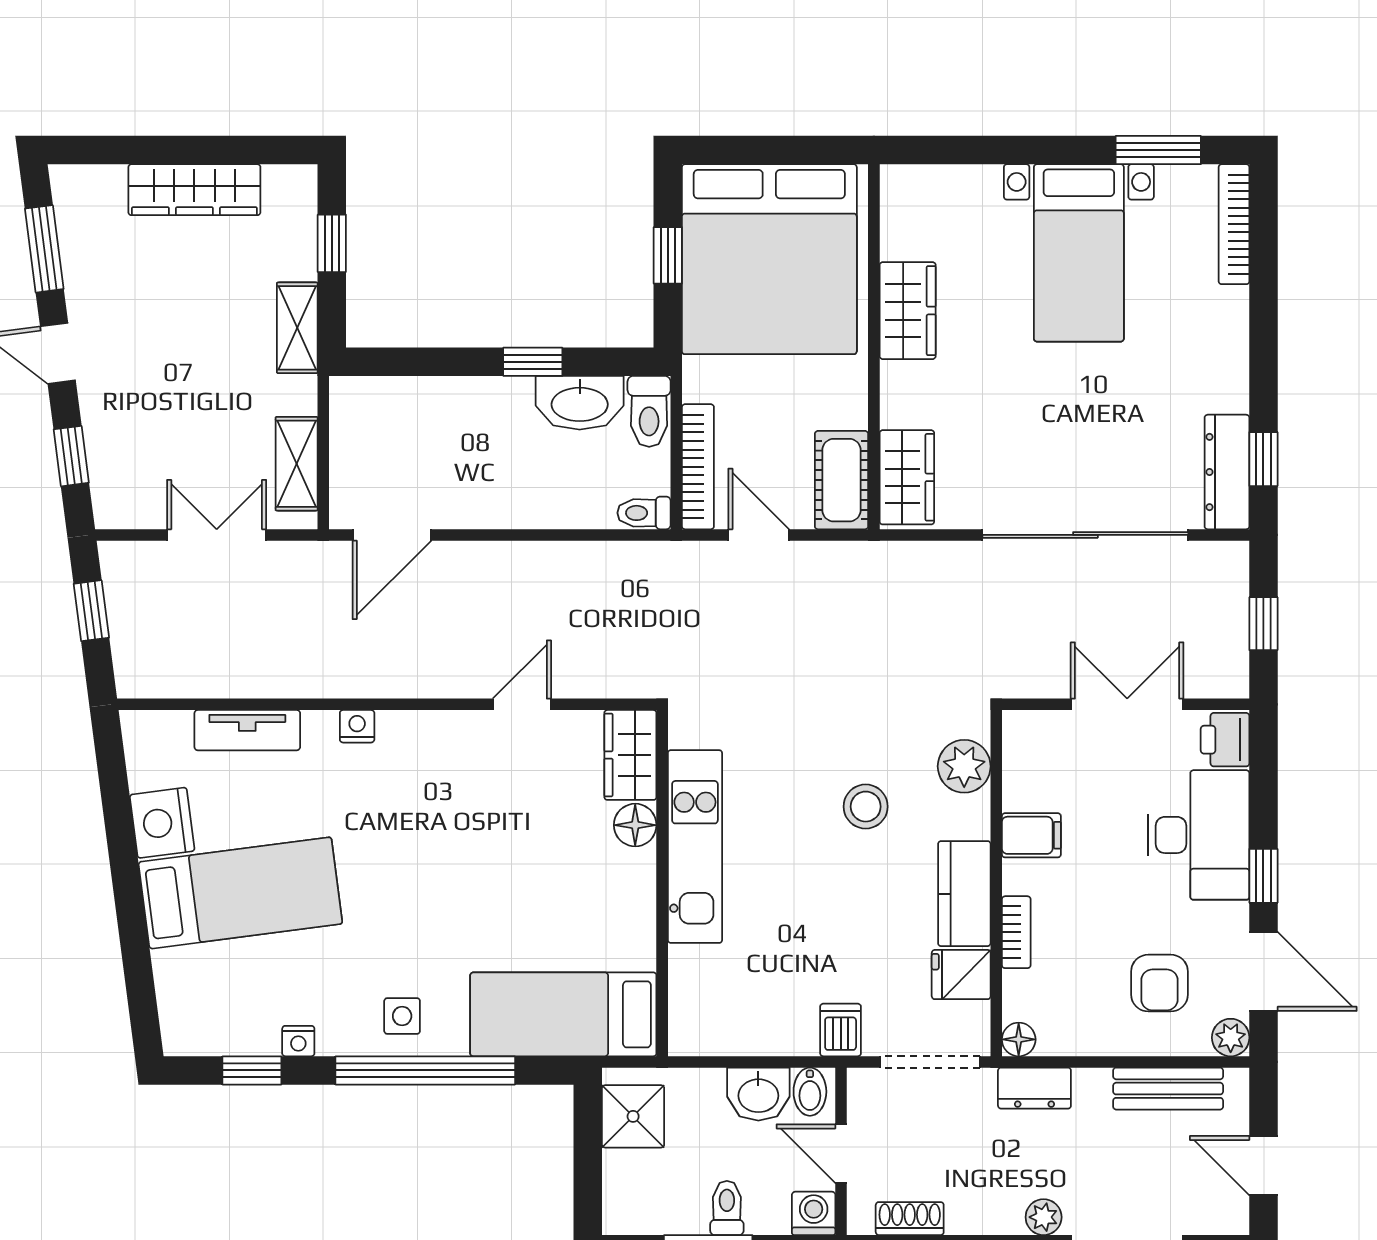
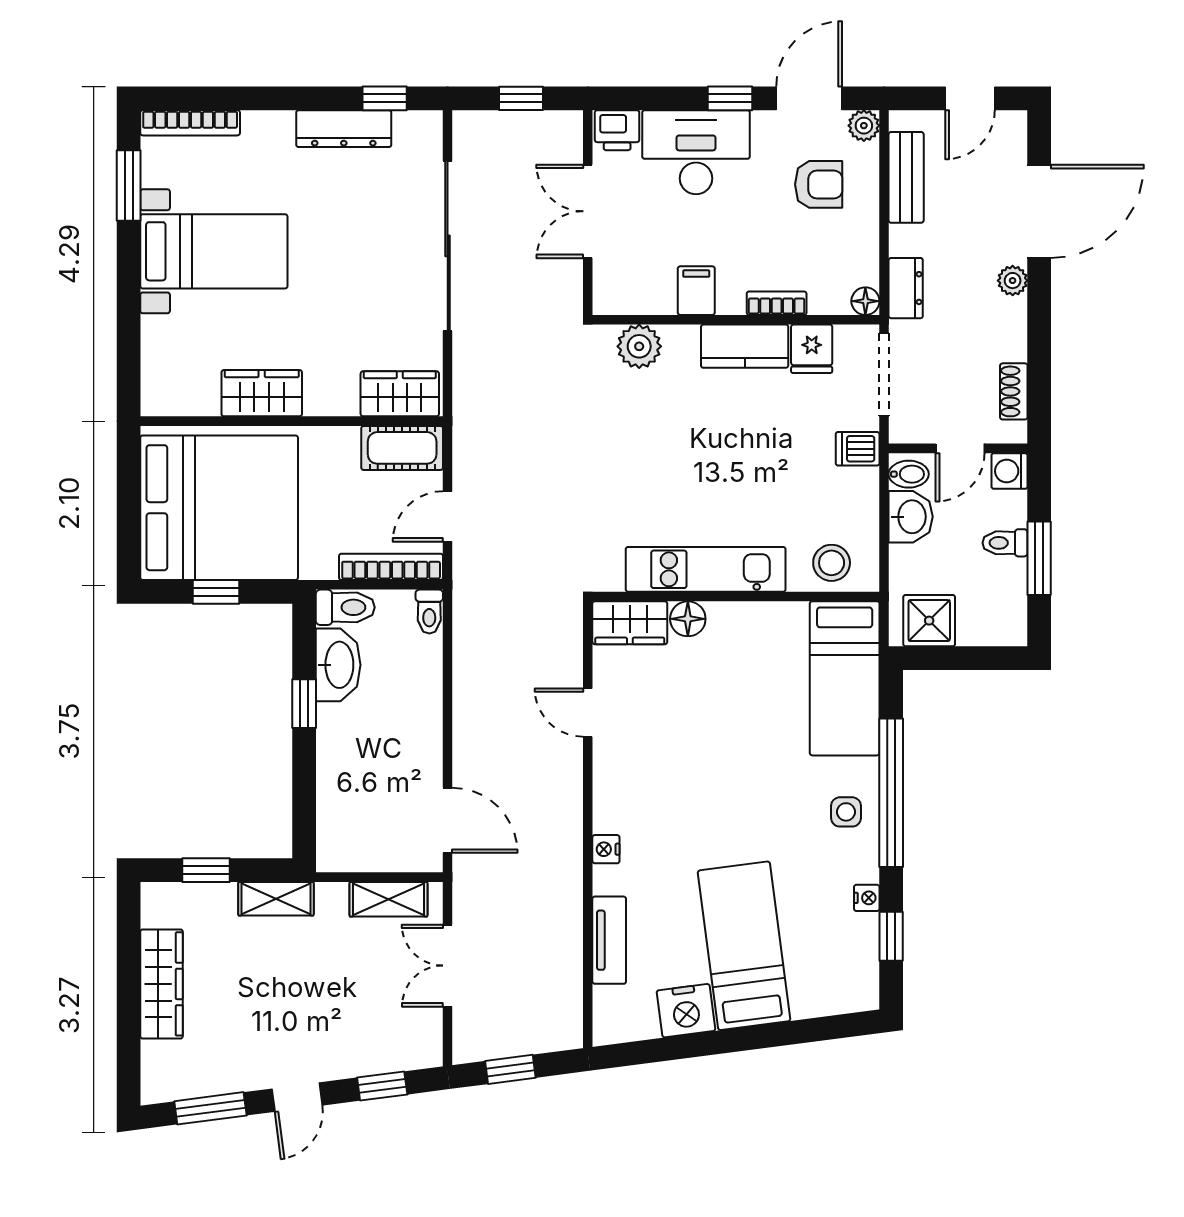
dresser: (1227, 472) -> (344, 129), moved
stool: (866, 807) -> (832, 563), moved

